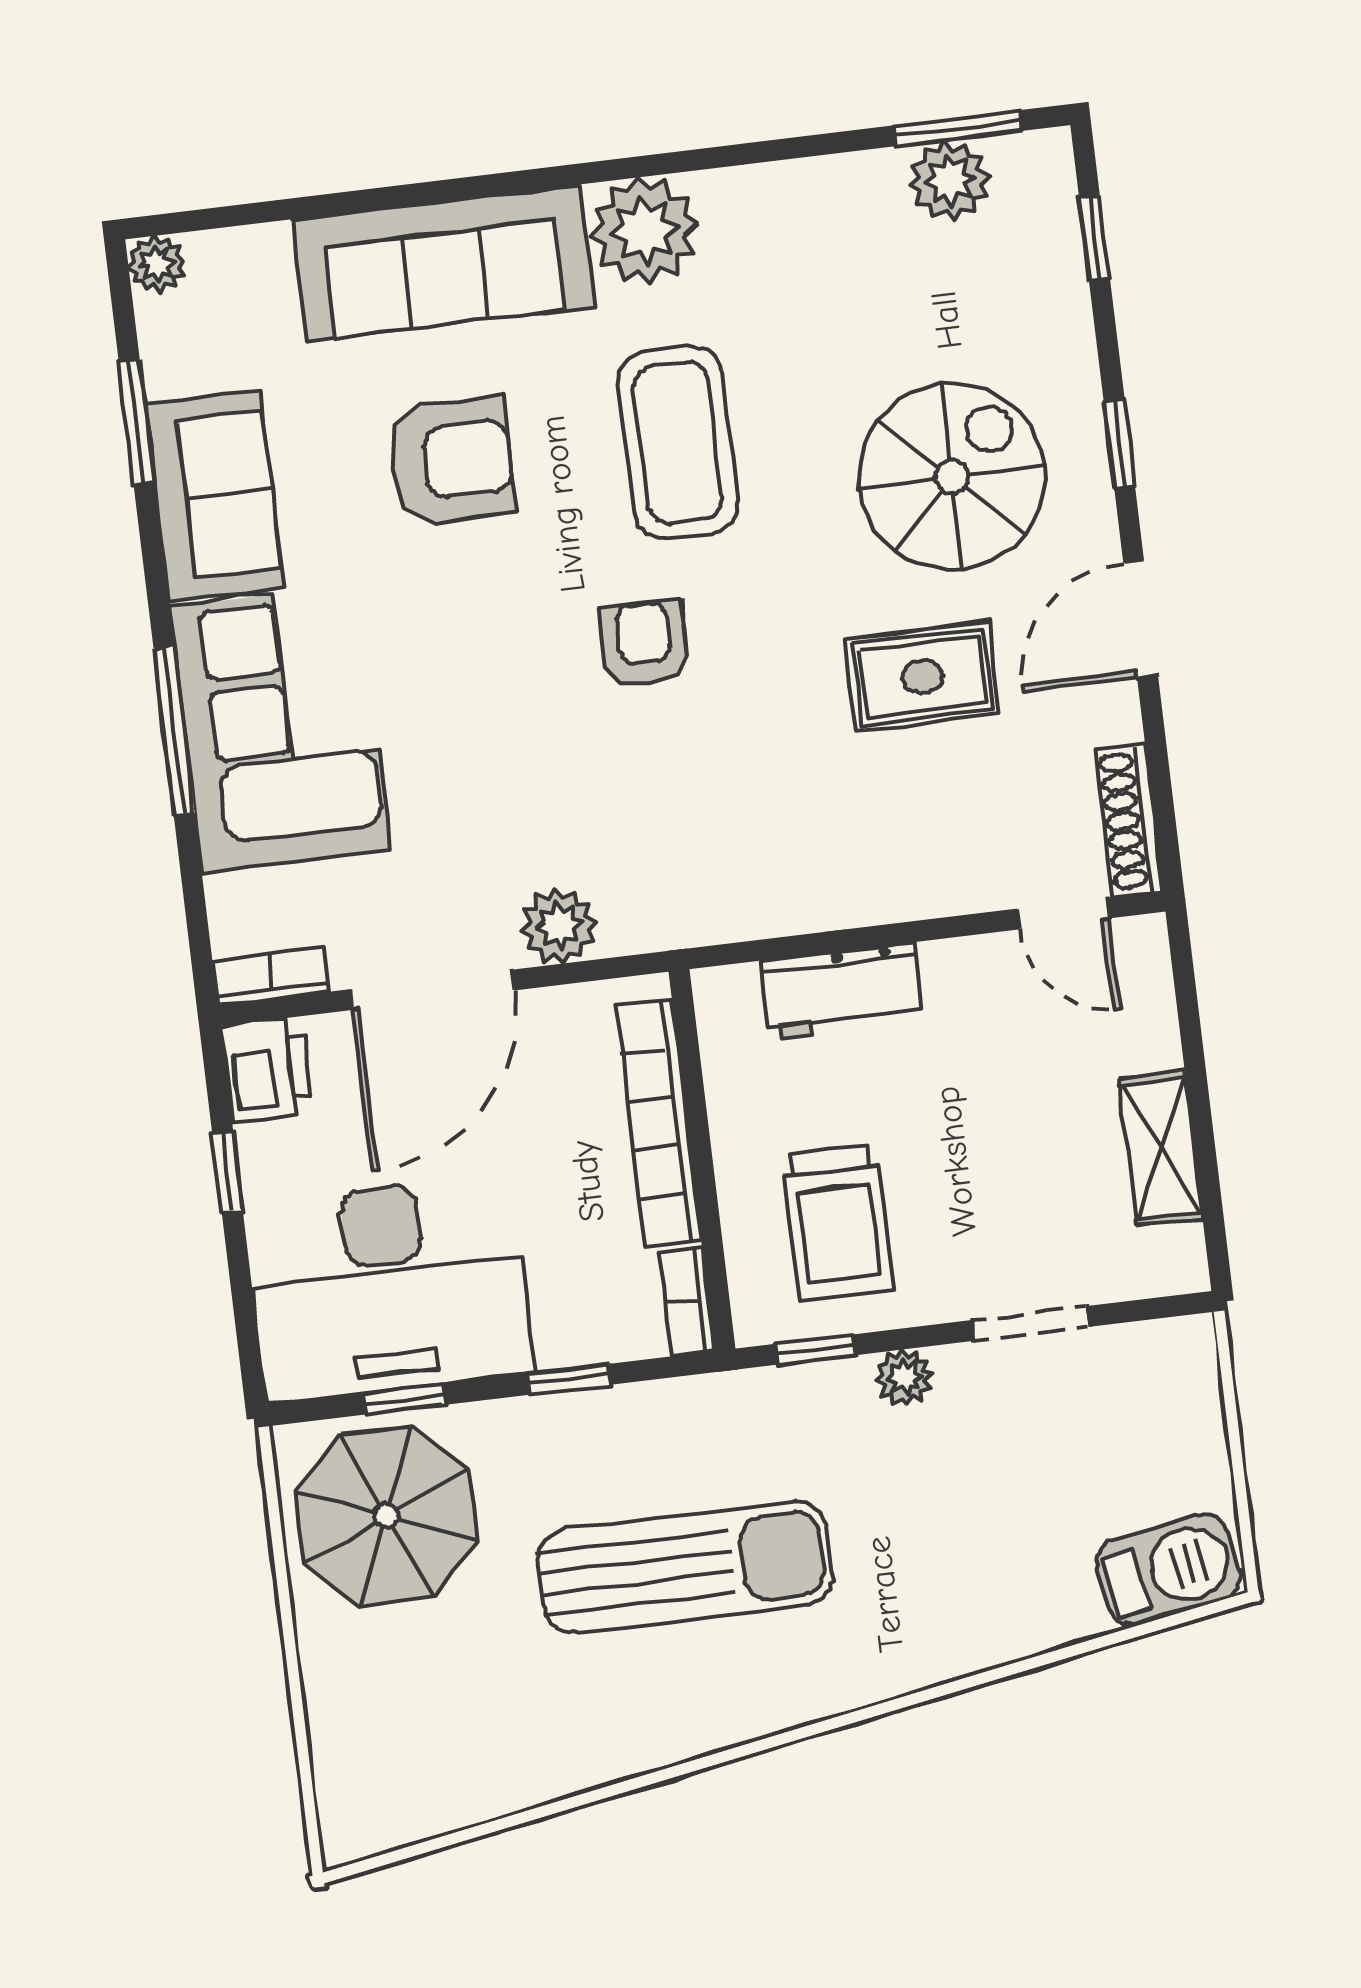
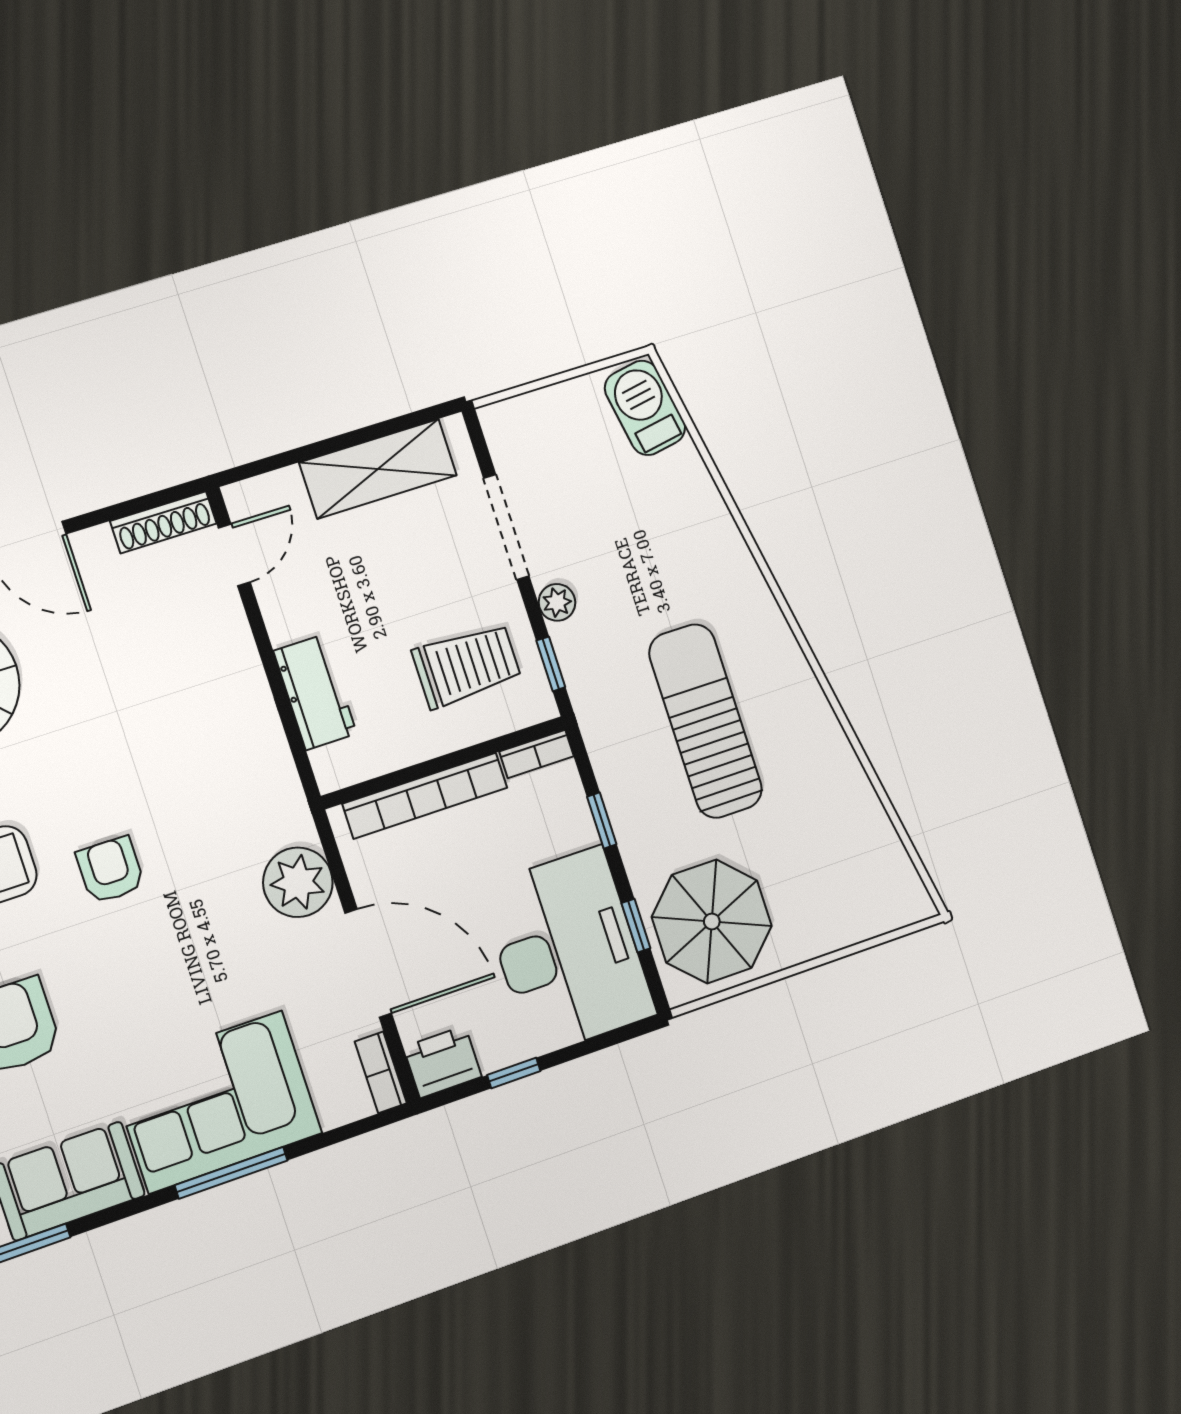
armchair: (644, 645) -> (110, 870), turned 90
rug: (922, 677) -> (94, 679), removed
plant: (559, 926) -> (298, 882), width x1.36, depth x1.36
shelving: (1161, 1149) -> (378, 469), width x1.50, depth x1.33
doorway: (1030, 1324) -> (506, 527), width x1.38

